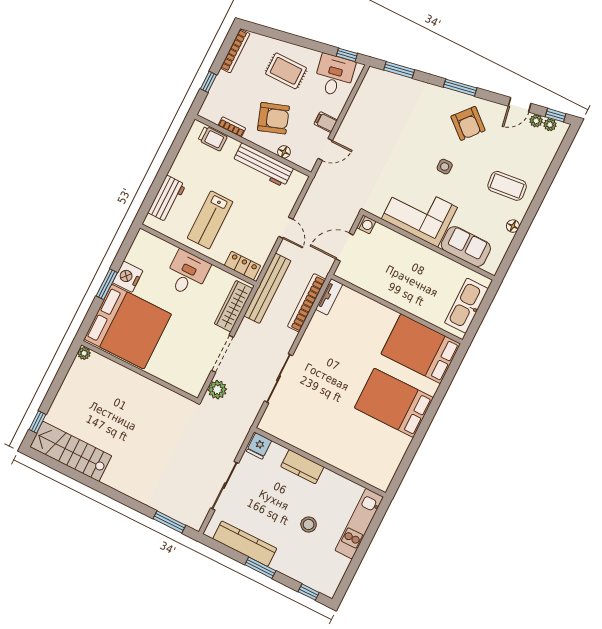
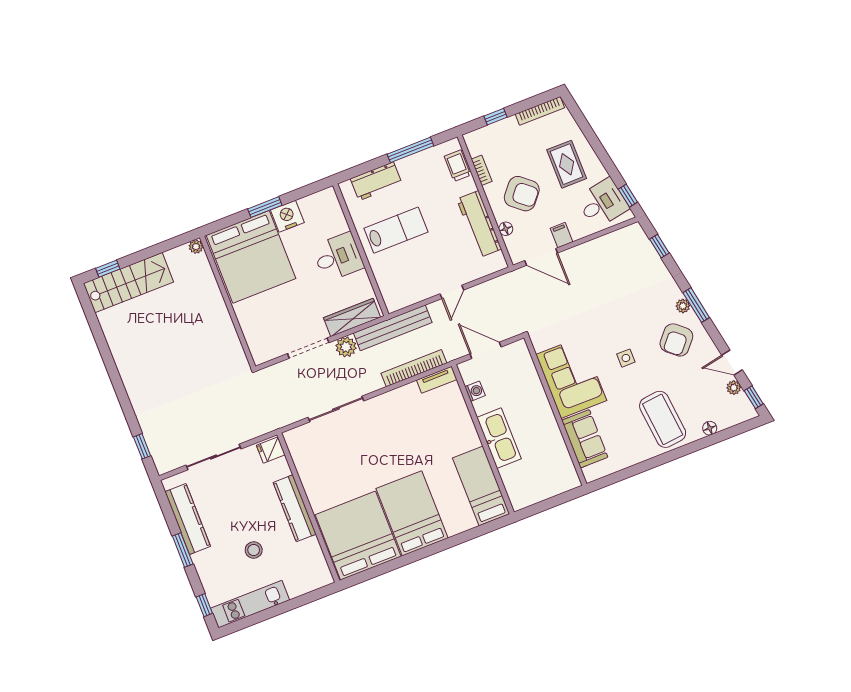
window: (399, 70) -> (659, 246), width x0.67
armchair: (273, 118) -> (522, 194), turned -31
plant: (550, 125) -> (683, 306), moved
trolley: (213, 138) -> (457, 166), turned 180
door: (325, 149) -> (541, 257), width x1.38
window: (171, 156) -> (410, 150), added
coffee table: (507, 186) -> (663, 419), width x1.36, depth x1.32
lab bench: (210, 220) -> (396, 230), turned 180
washing machine: (366, 224) -> (475, 391), moved, turned -90
floor lamp: (513, 226) -> (710, 428), moved
locker: (243, 266) -> (389, 291), removed
kitchen sink: (466, 306) -> (499, 438), moved, turned 90
bed: (421, 349) -> (481, 486), width x0.67
plant: (217, 390) -> (346, 347), moved
stairs: (71, 451) -> (128, 283), moved, turned 90
bed: (371, 451) -> (358, 536), added
kitchen counter: (302, 467) -> (295, 508), width x1.50
window: (169, 522) -> (142, 446), width x0.67
kitchen unit: (359, 524) -> (250, 604), moved

